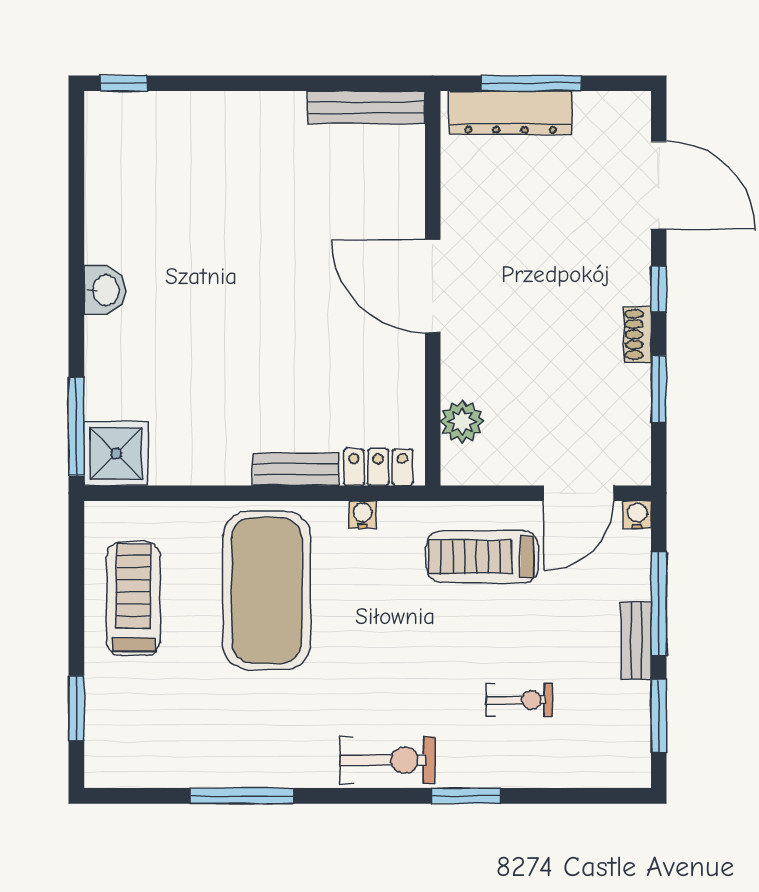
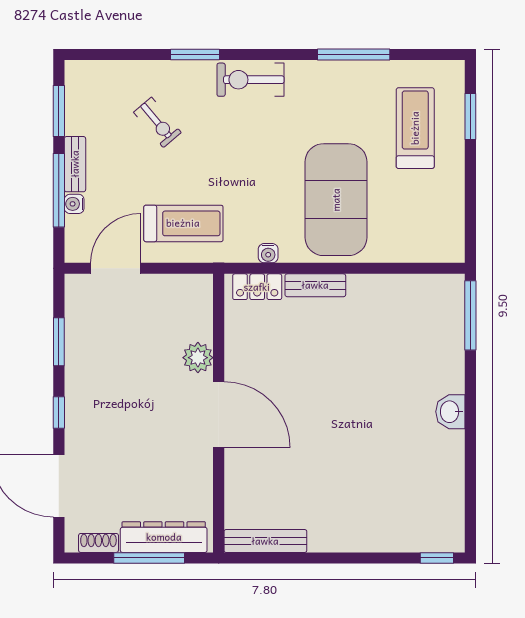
shoe rack: (637, 334) -> (98, 543), moved, turned -90
plant: (462, 422) -> (198, 358), moved
shower: (116, 453) -> (442, 296), removed
water cooler: (637, 515) -> (74, 204), moved, turned 90
treadmill: (133, 599) -> (415, 128), moved, turned 180
exercise bike: (519, 700) -> (157, 122), turned -130

